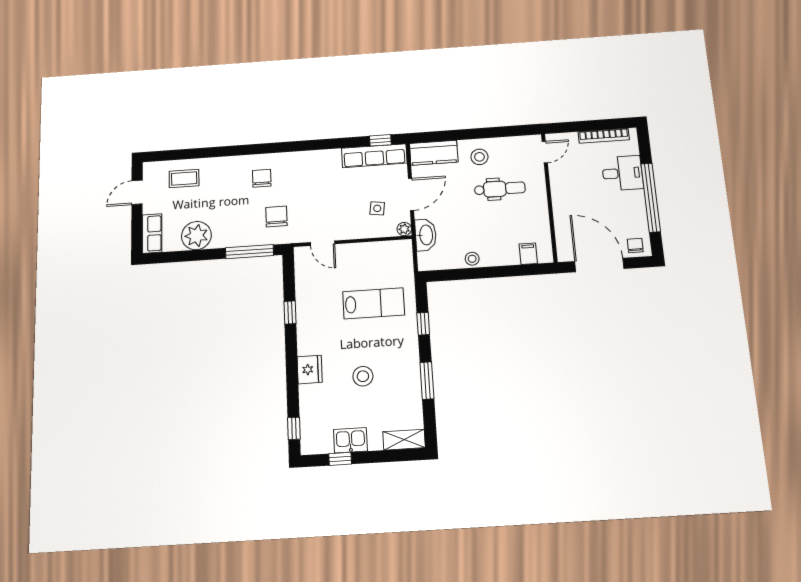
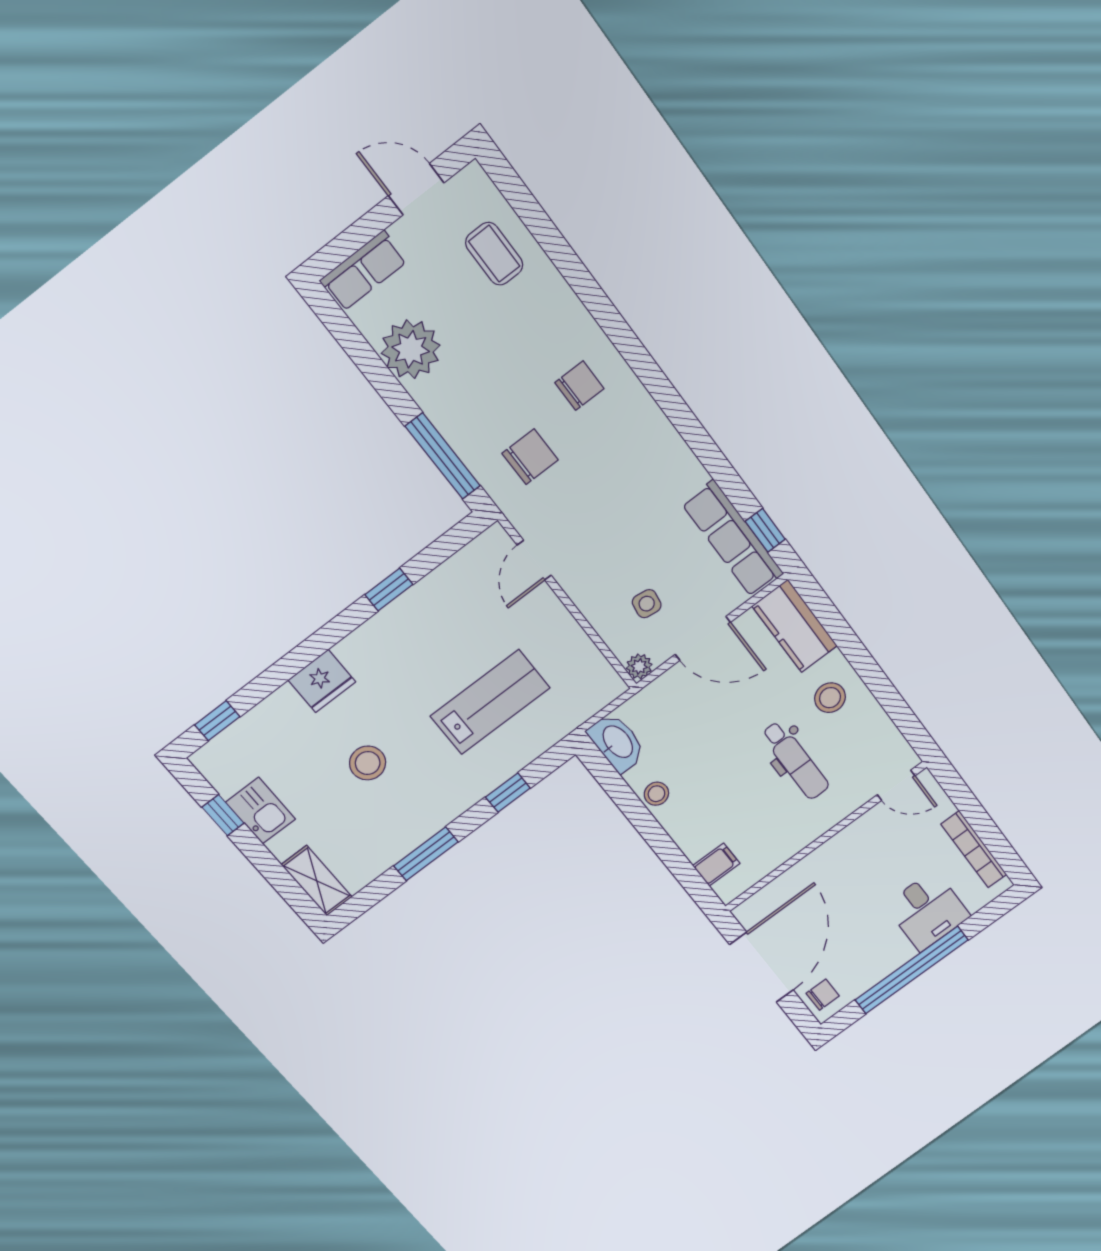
washbasin: (426, 235) -> (617, 742), moved, turned -90
lab bench: (374, 303) -> (490, 702), turned -90

